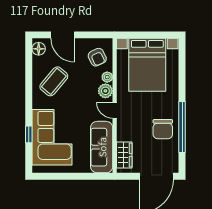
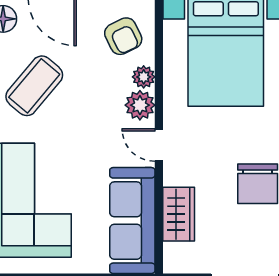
wardrobe: (124, 155) -> (179, 214), moved

